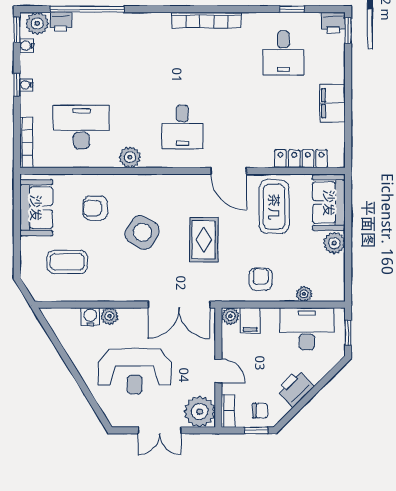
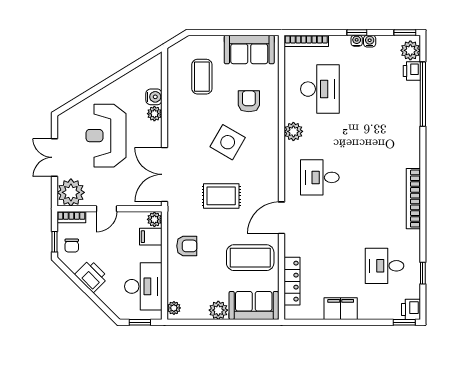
water cooler: (27, 46) -> (370, 41), moved
plant: (304, 294) -> (174, 308), moved

